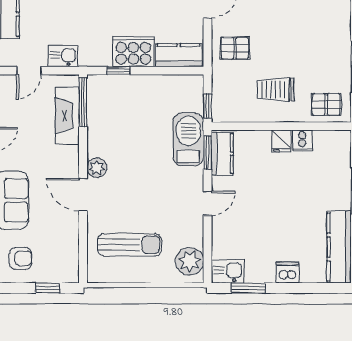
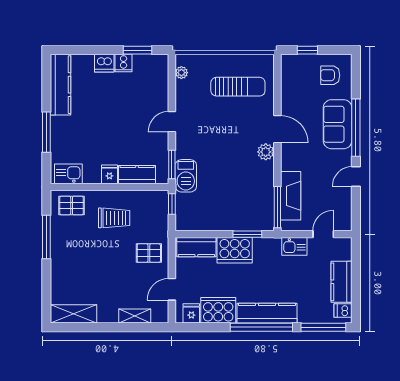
window: (118, 71) -> (247, 234), width x1.50
barbecue: (188, 139) -> (186, 176), width x0.73, depth x0.83
cooker: (302, 140) -> (124, 63), moved, turned 180
kitchen counter: (222, 154) -> (137, 175), moved, turned 90
sun lounger: (129, 245) -> (238, 87), turned 180
plant: (190, 261) -> (181, 73), width x0.53, depth x0.53
kitchen sink: (228, 271) -> (68, 174), moved, turned 180

